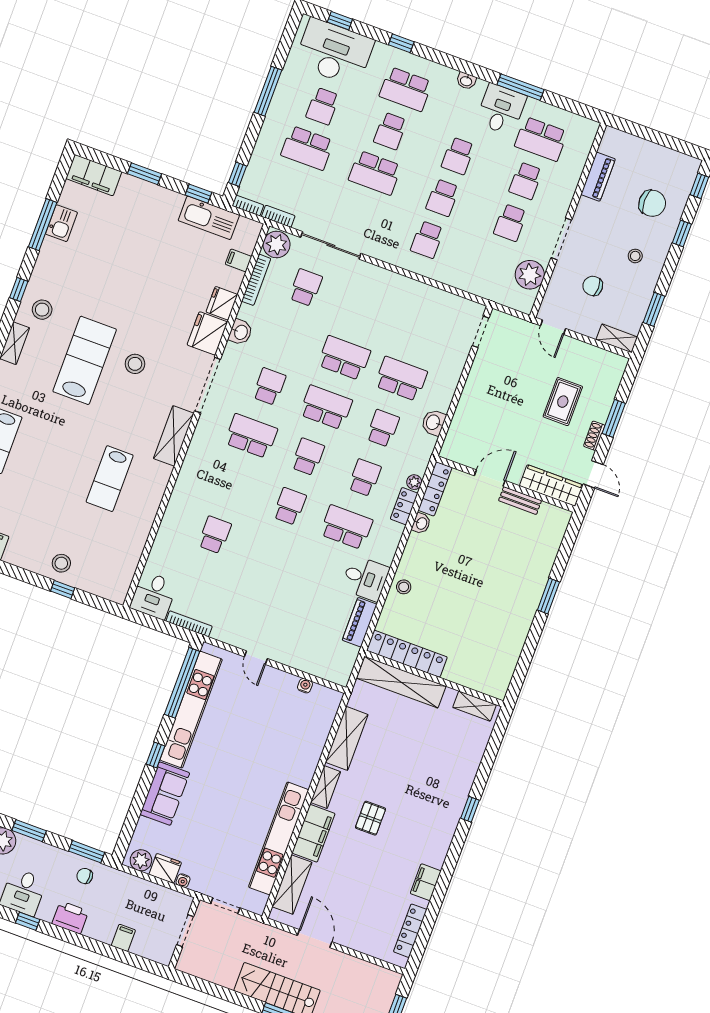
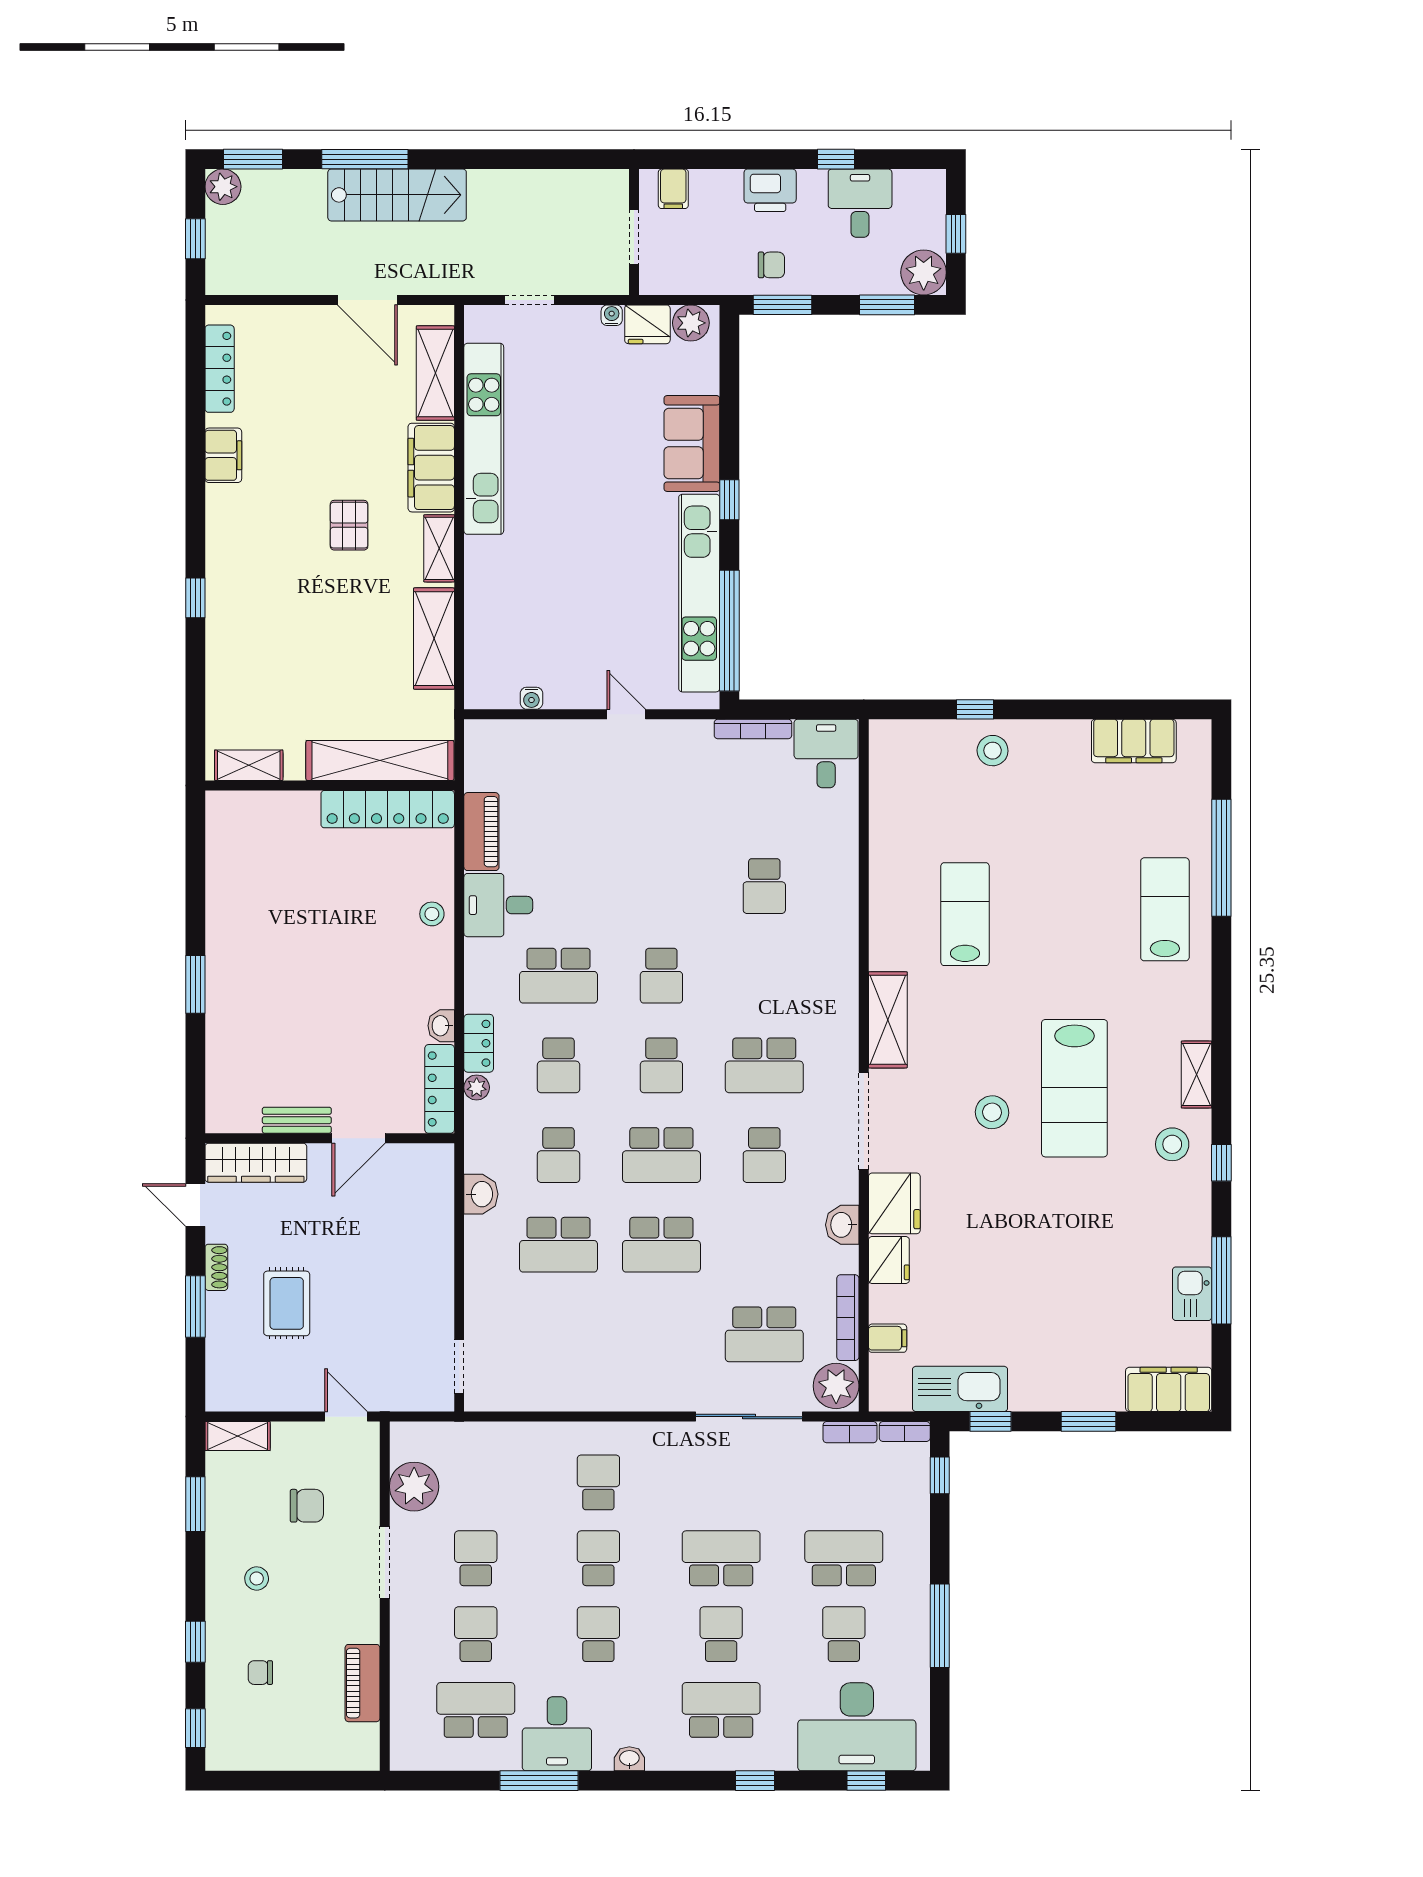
chair: (652, 203) -> (260, 1673), width x0.54, depth x0.54
school desk: (306, 288) -> (764, 1334), width x1.85
doorway: (185, 931) -> (634, 237), moved
wall: (184, 933) -> (634, 232), moved

